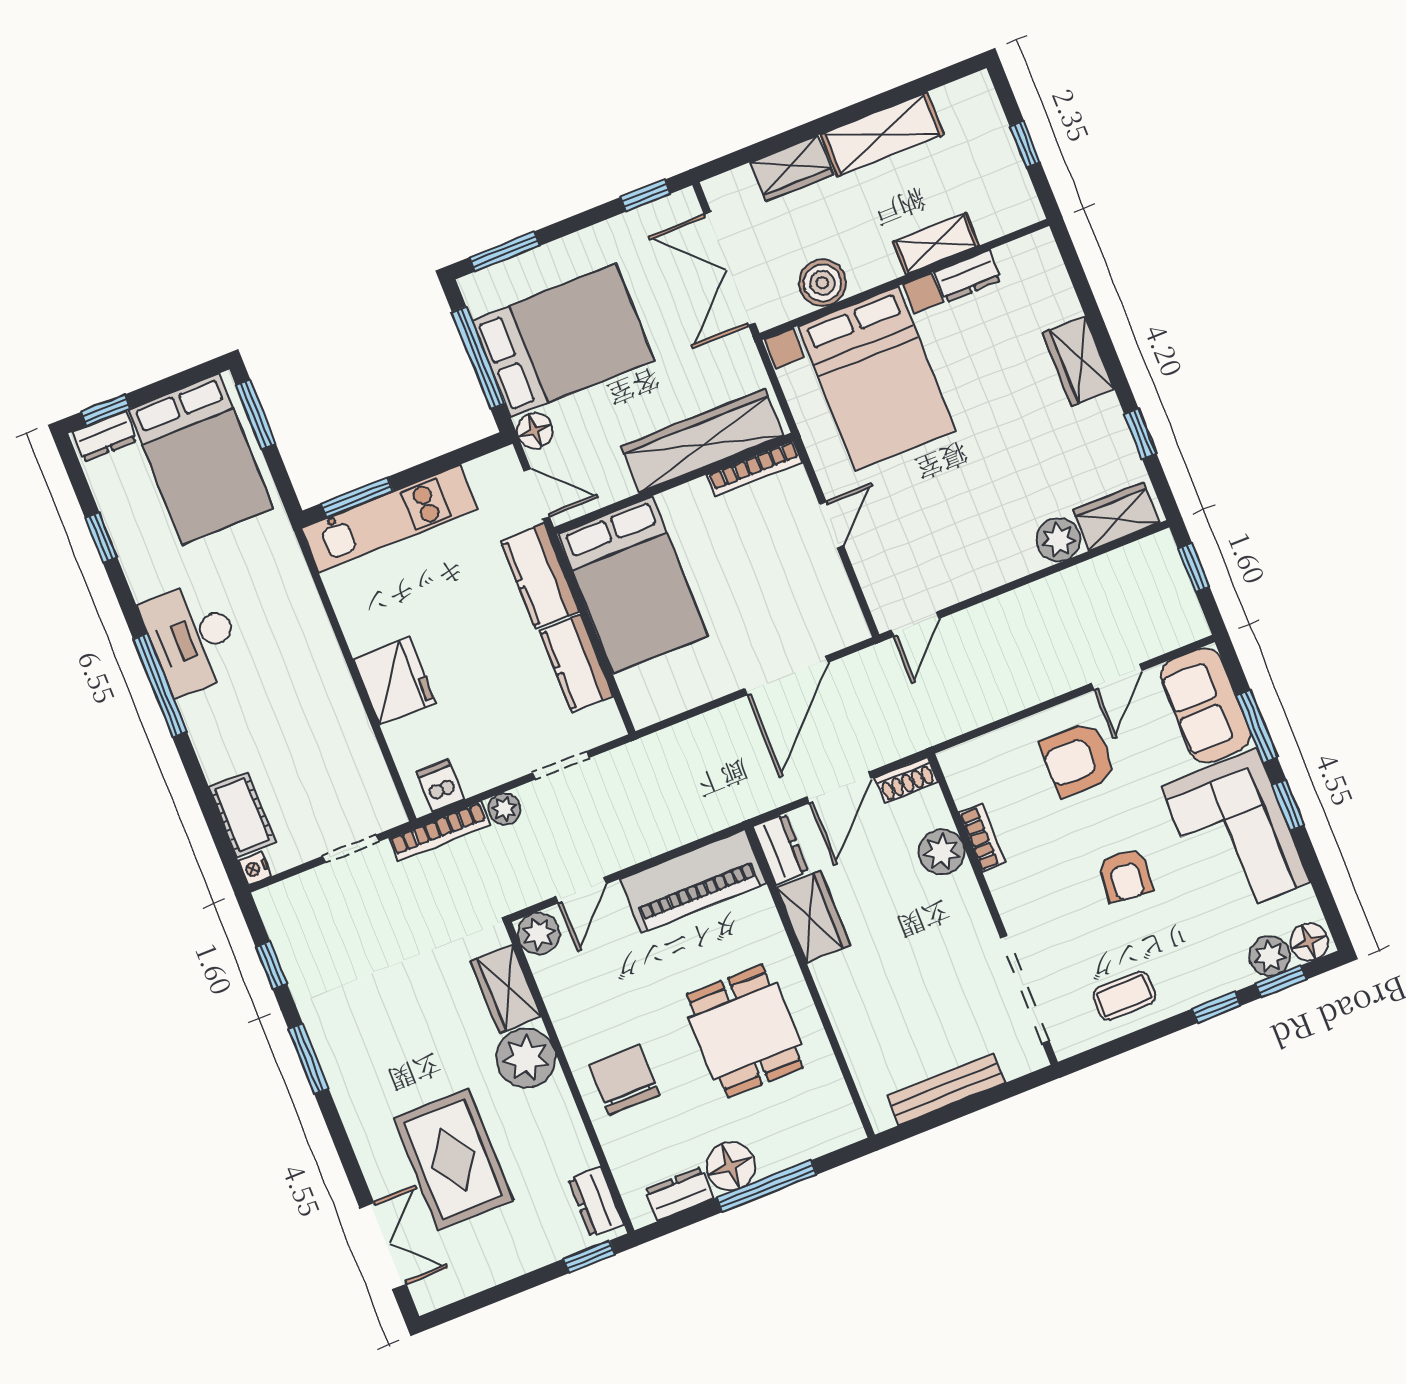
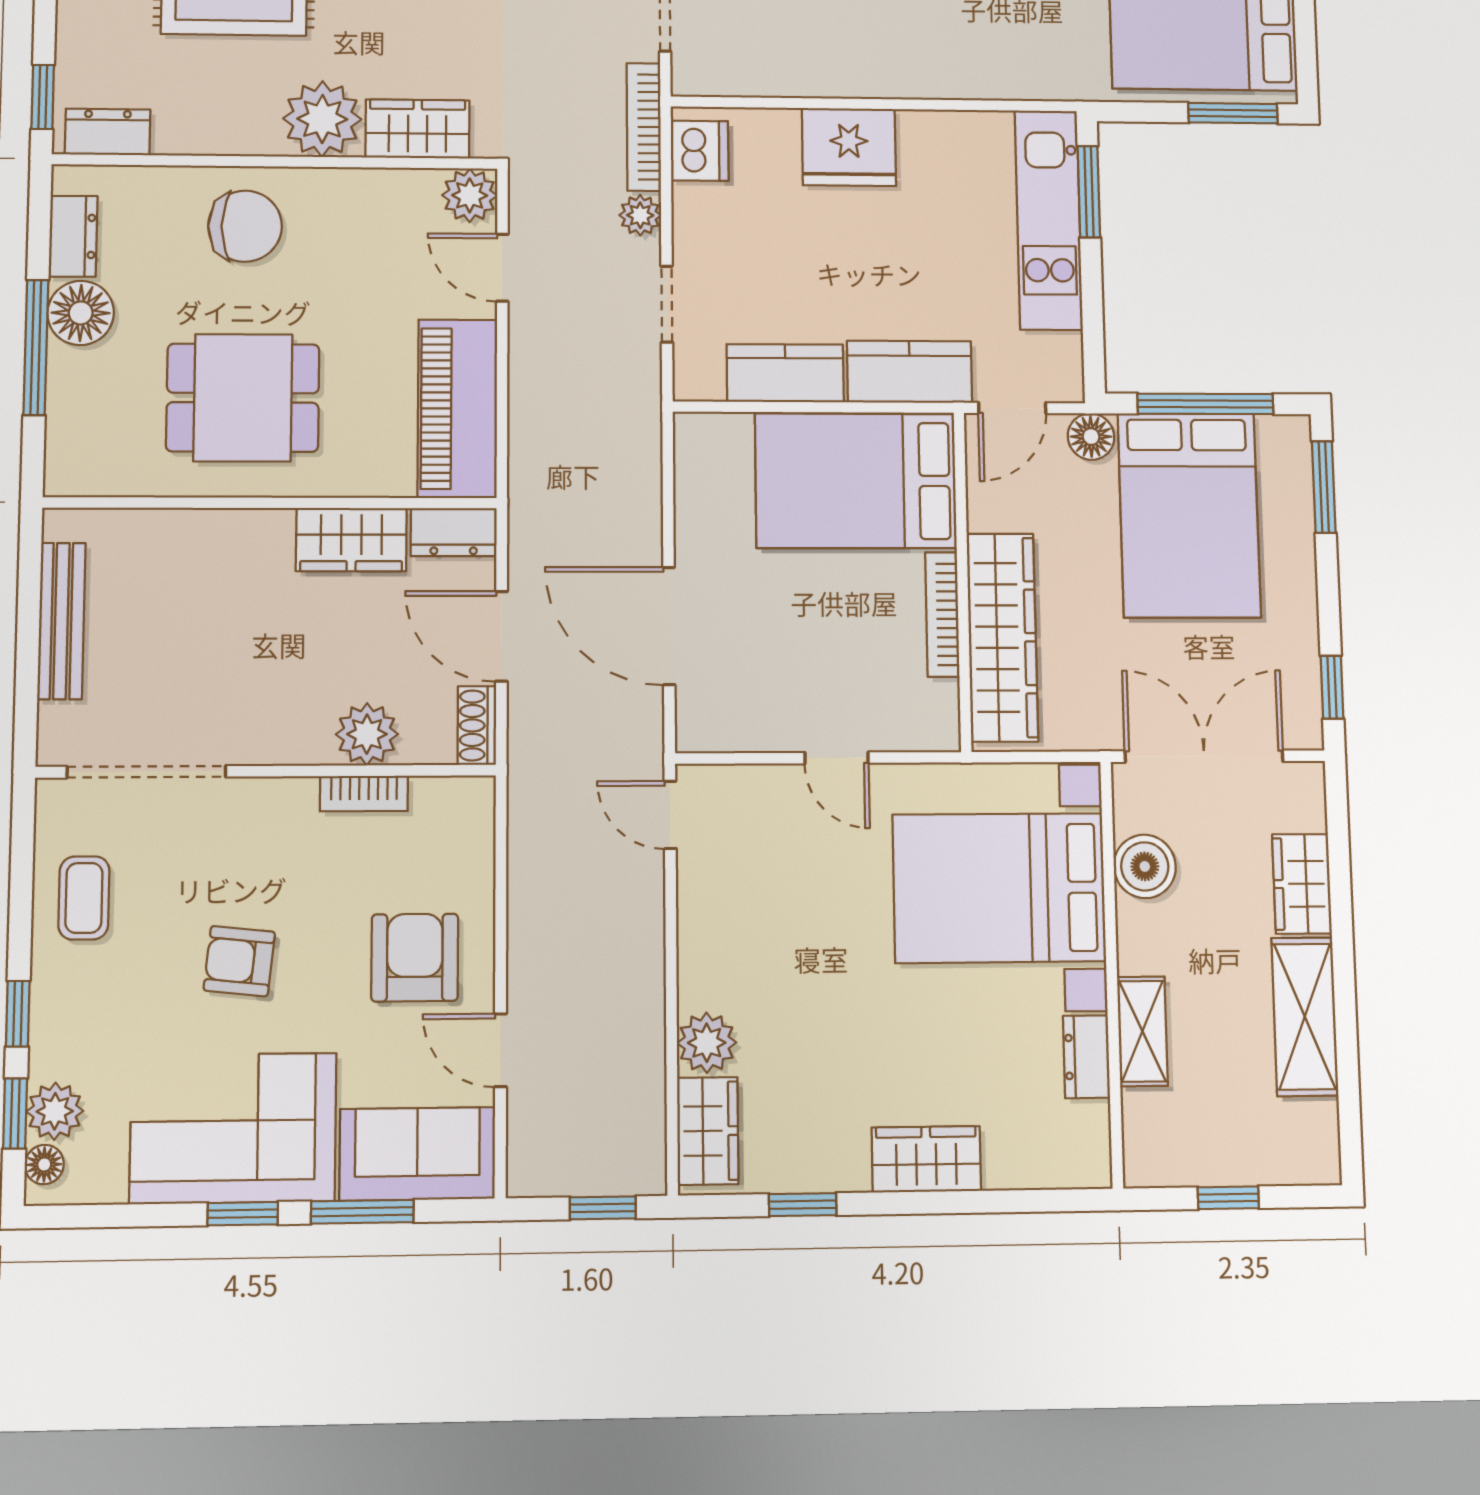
bookcase: (755, 468) -> (942, 614), moved
dishwasher: (440, 785) -> (700, 151), width x1.38
floor lamp: (1309, 942) -> (44, 1165), width x0.73, depth x0.73

